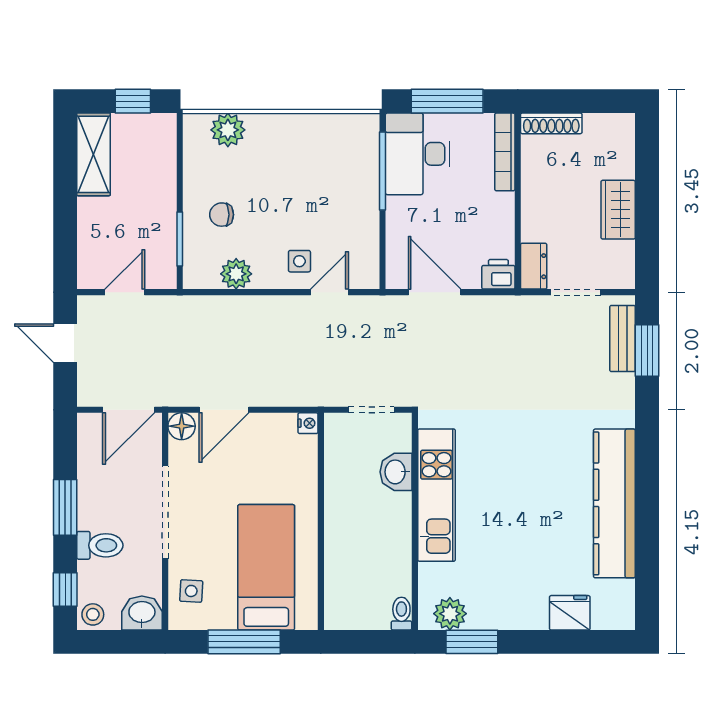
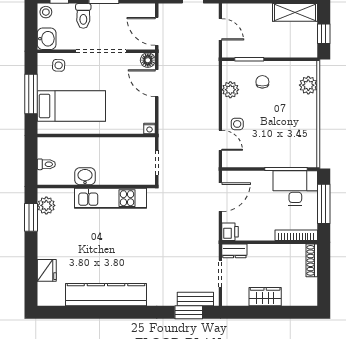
washbasin: (396, 472) -> (85, 176), moved
toilet: (401, 614) -> (46, 164), moved

